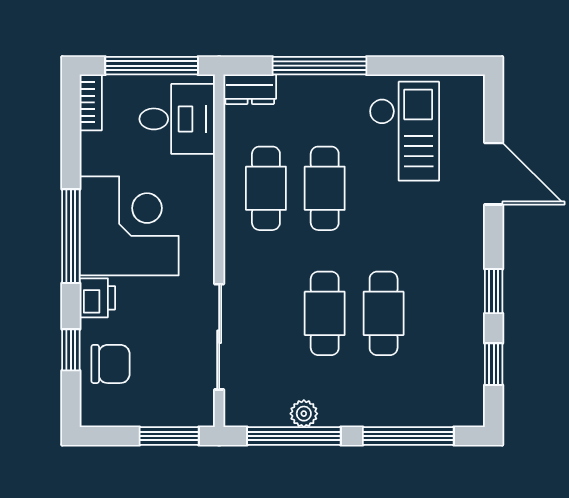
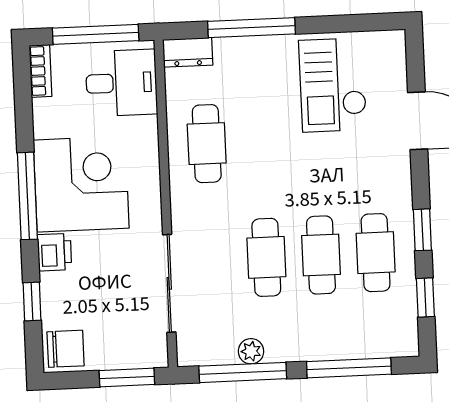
checkout: (404, 131) -> (333, 85), turned 180
cafe table: (325, 188) -> (376, 253), moved
chair: (111, 364) -> (66, 349), moved

